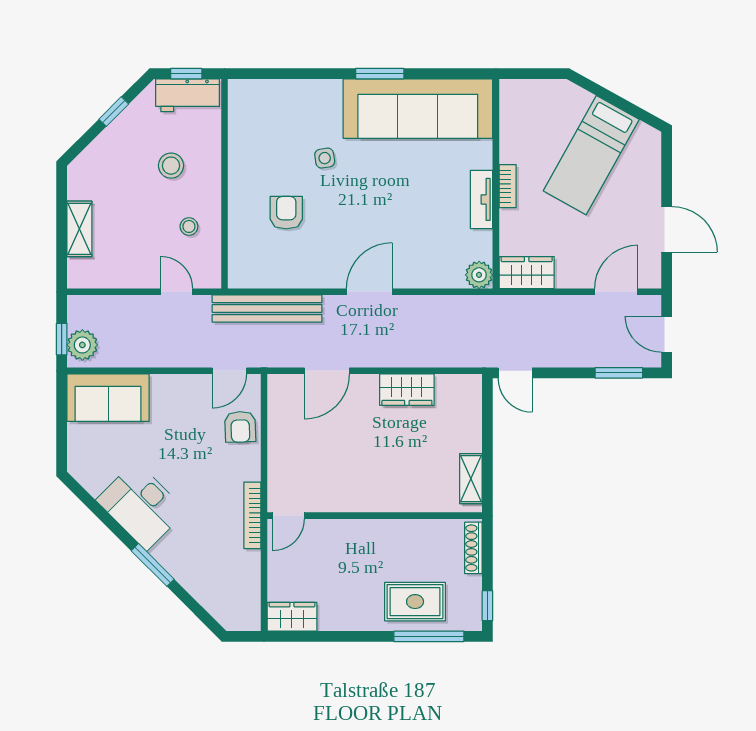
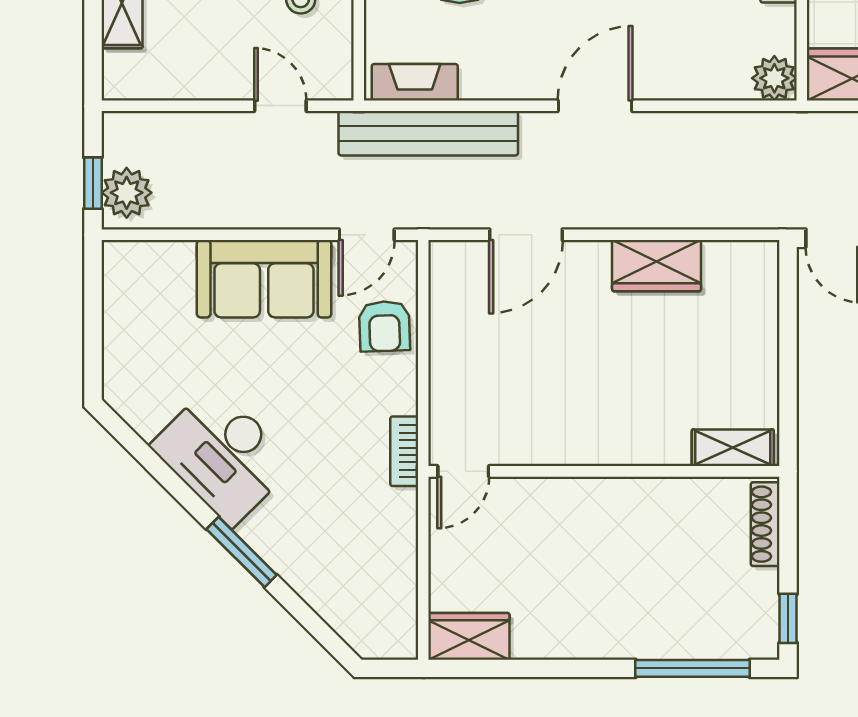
fireplace: (259, 277) -> (415, 82), added
sofa: (108, 398) -> (264, 279), moved
shelving: (471, 479) -> (733, 448), moved, turned 90
bookcase: (252, 515) -> (404, 451), width x0.64
rug: (415, 602) -> (670, 612), removed

